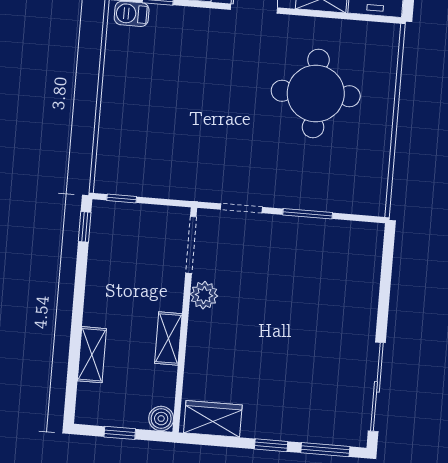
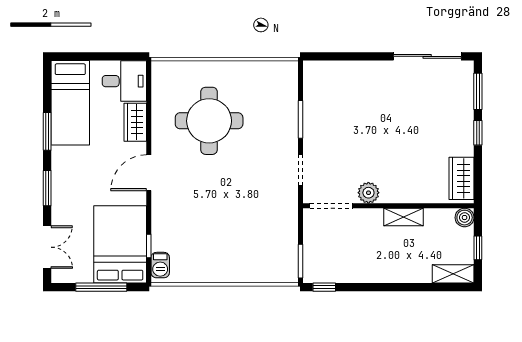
window: (122, 198) -> (300, 261), width x1.50
shelving: (92, 355) -> (453, 274), moved

